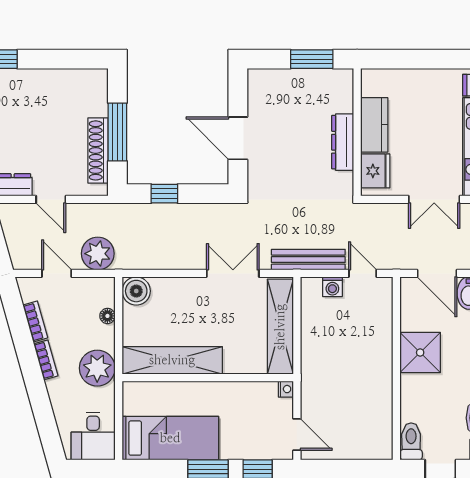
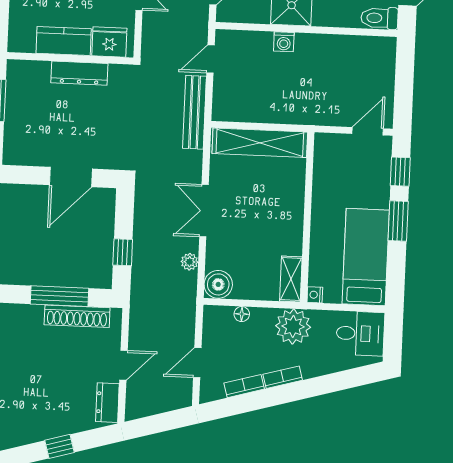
plant: (98, 254) -> (190, 262), moved, width x0.53, depth x0.53
double door: (233, 273) -> (204, 211), moved
washing machine: (332, 287) -> (284, 42), moved, turned 90
shelving: (172, 360) -> (291, 279), width x0.45, depth x0.75
nightstand: (286, 389) -> (315, 295), moved, turned -90

